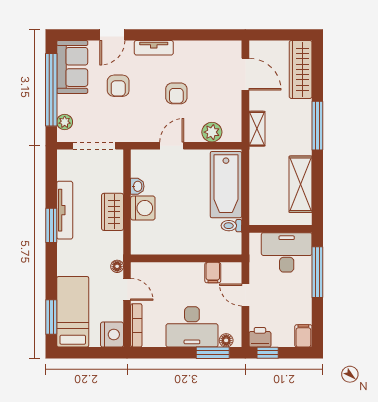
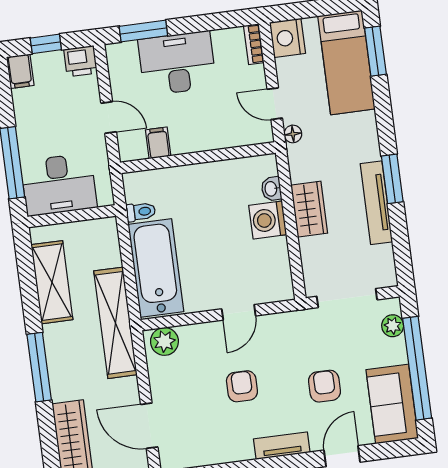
shelving: (257, 129) -> (115, 323), width x2.20, depth x1.33
plant: (212, 132) -> (164, 341), moved
washbasin: (137, 186) -> (271, 189), moved
bookcase: (136, 325) -> (254, 44), width x0.64
floor lamp: (226, 340) -> (127, 51), removed
window: (268, 353) -> (46, 44), moved

